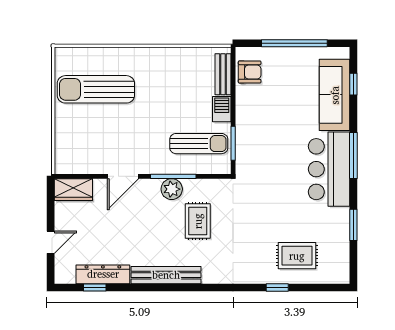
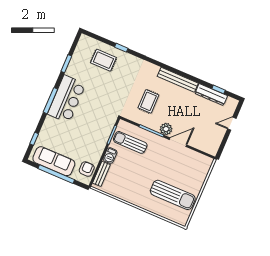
armchair: (250, 72) -> (87, 169), turned 90
sofa: (335, 95) -> (54, 161), moved, turned -90
plant: (172, 189) -> (166, 129), moved
wardrobe: (73, 190) -> (208, 147), removed

